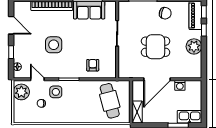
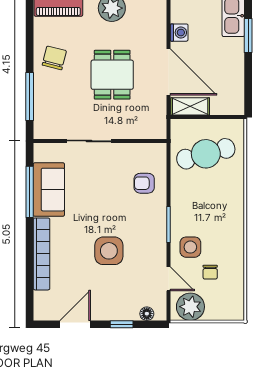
door: (37, 79) -> (168, 279), swing flipped
shelving: (137, 112) -> (190, 106), moved

